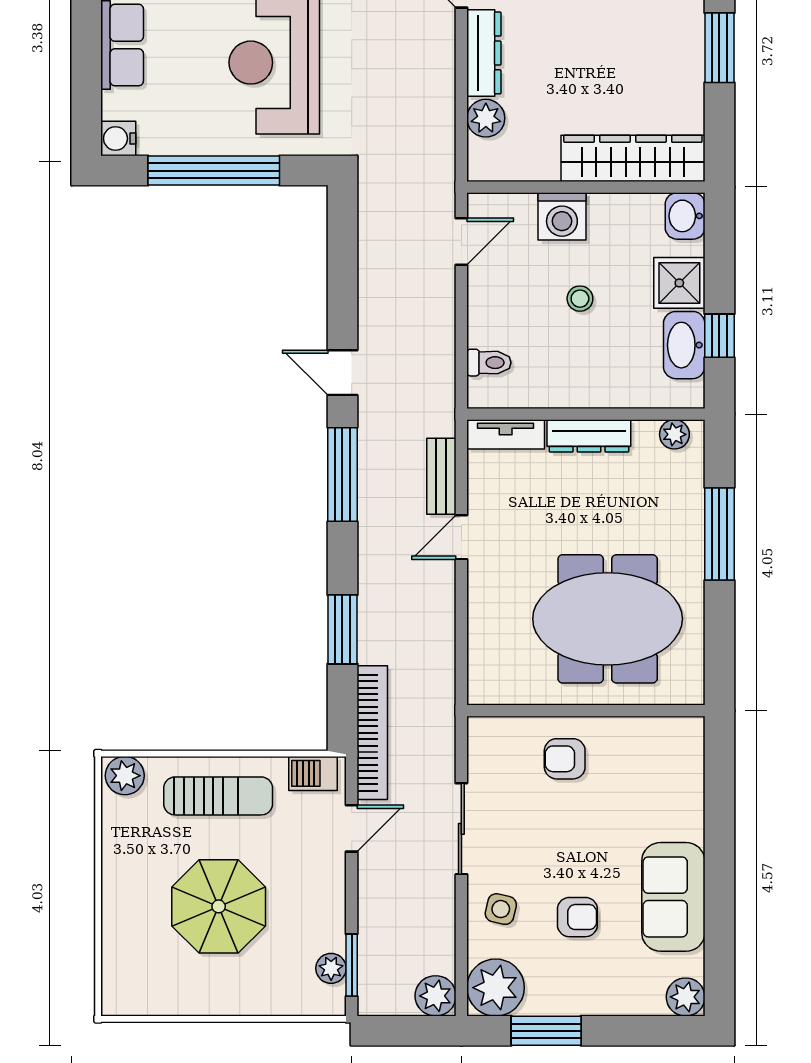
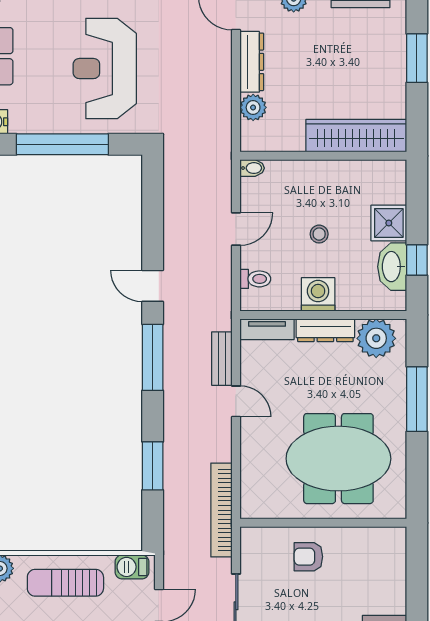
bidet: (484, 205) -> (252, 168), added
washing machine: (562, 216) -> (318, 294), moved, turned 180
washbasin: (685, 216) -> (393, 176), removed
door: (461, 242) -> (236, 229), moved
plant: (674, 434) -> (376, 338), width x1.87, depth x1.87
door: (461, 537) -> (236, 401), swing flipped
bookcase: (372, 733) -> (221, 510), moved, turned 180
sun lounger: (218, 796) -> (65, 583), turned 180

